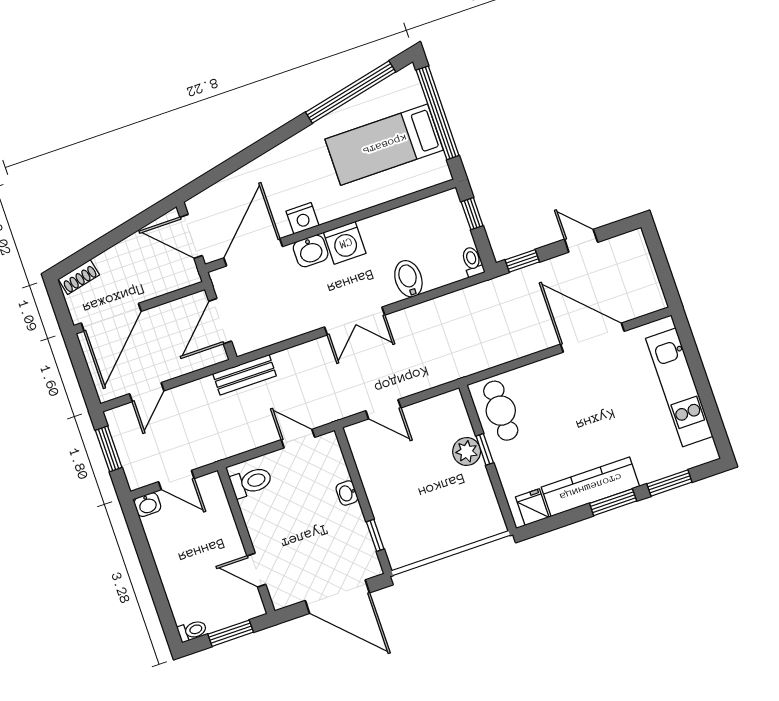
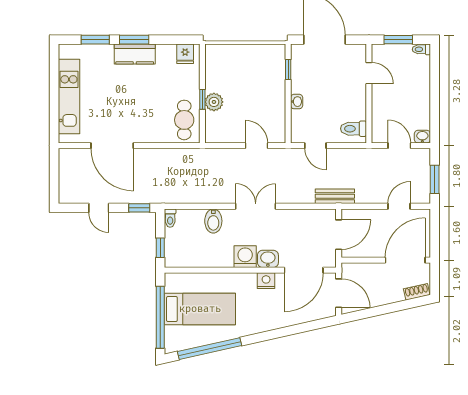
kitchen counter: (590, 487) -> (135, 54), width x0.67

